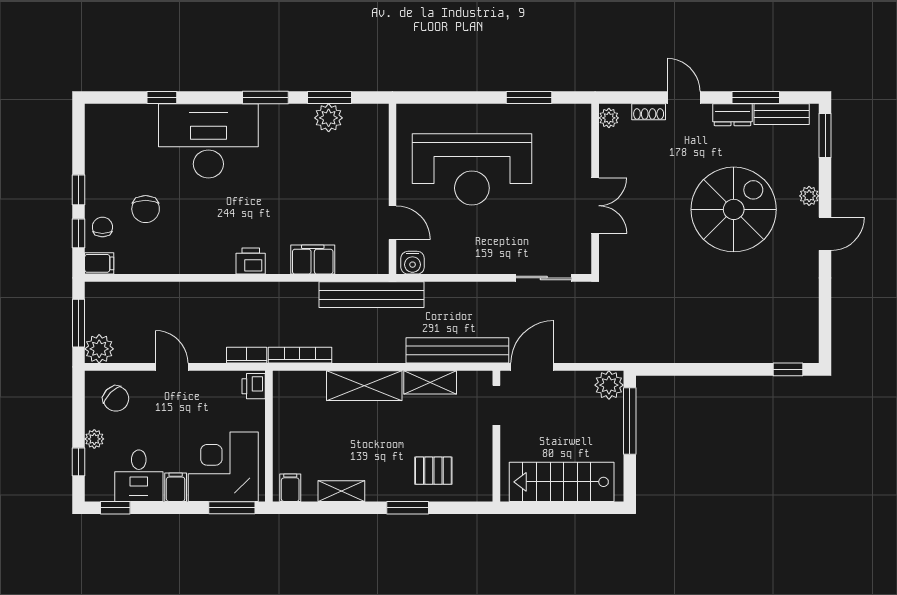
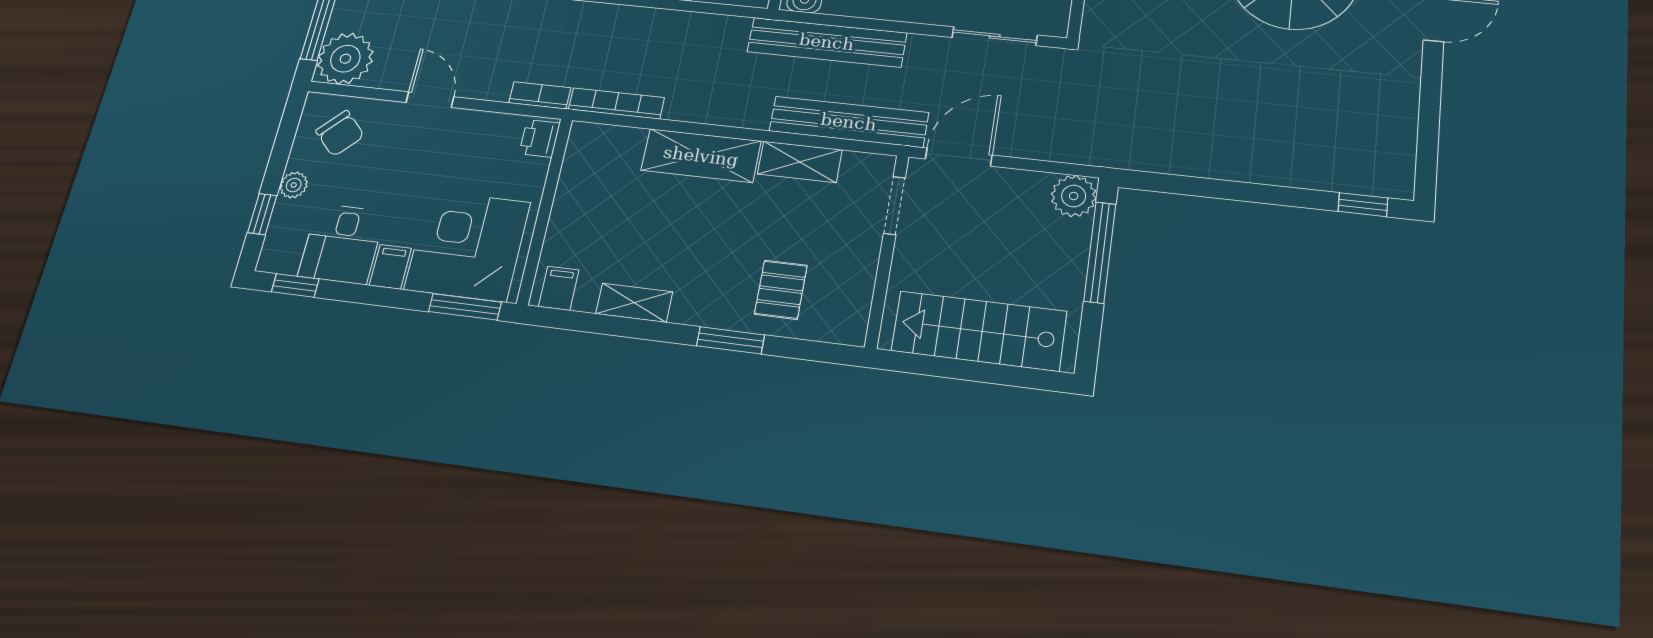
bench: (371, 295) -> (827, 42), moved
plant: (99, 349) -> (345, 59), width x1.36, depth x1.36
pallet: (433, 471) -> (781, 290), turned 90

